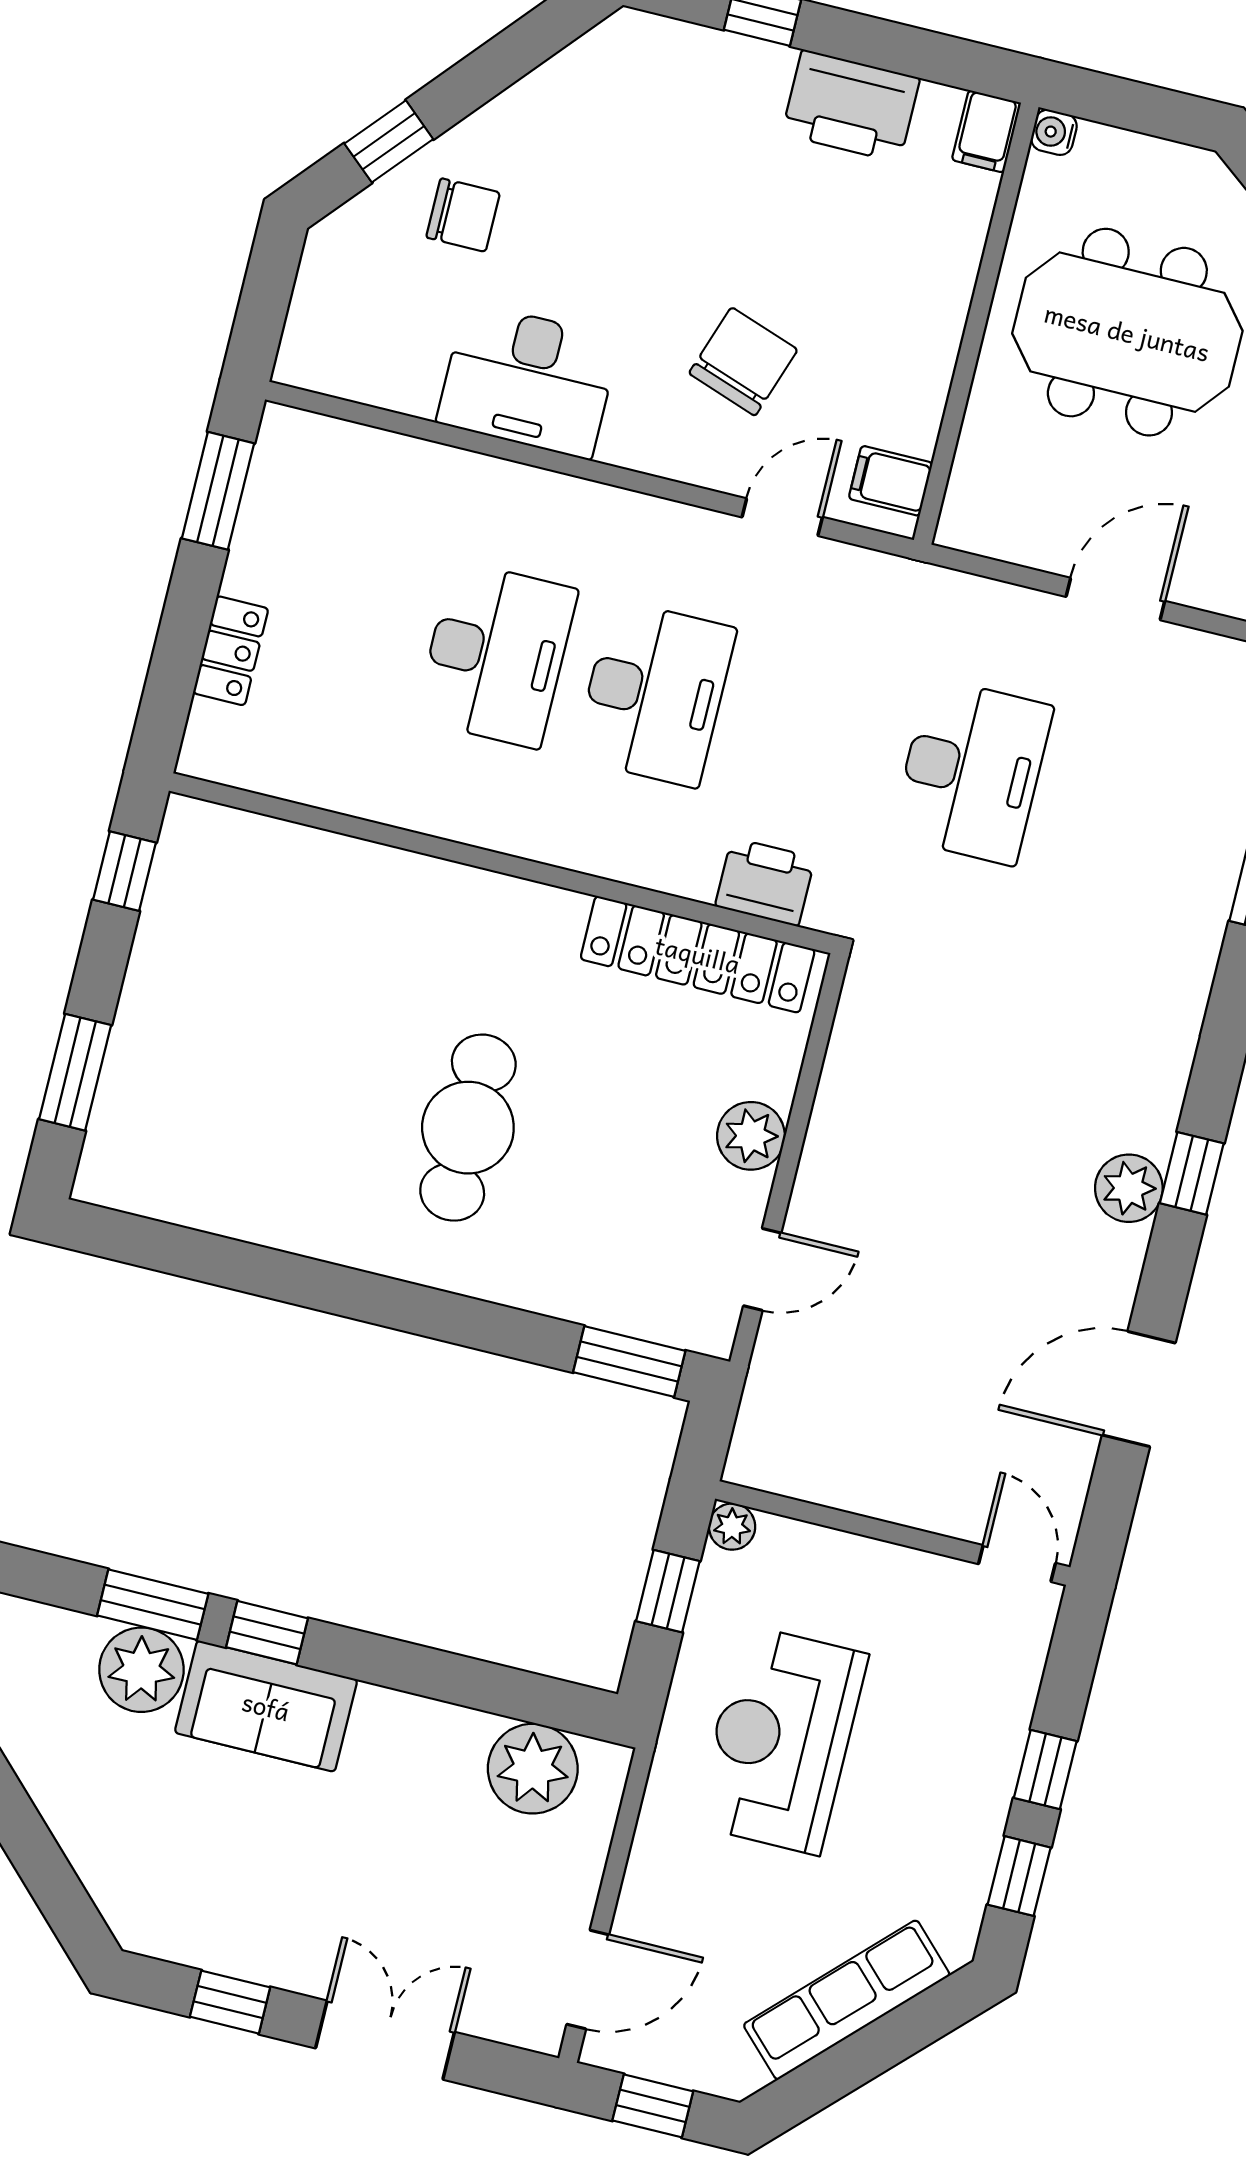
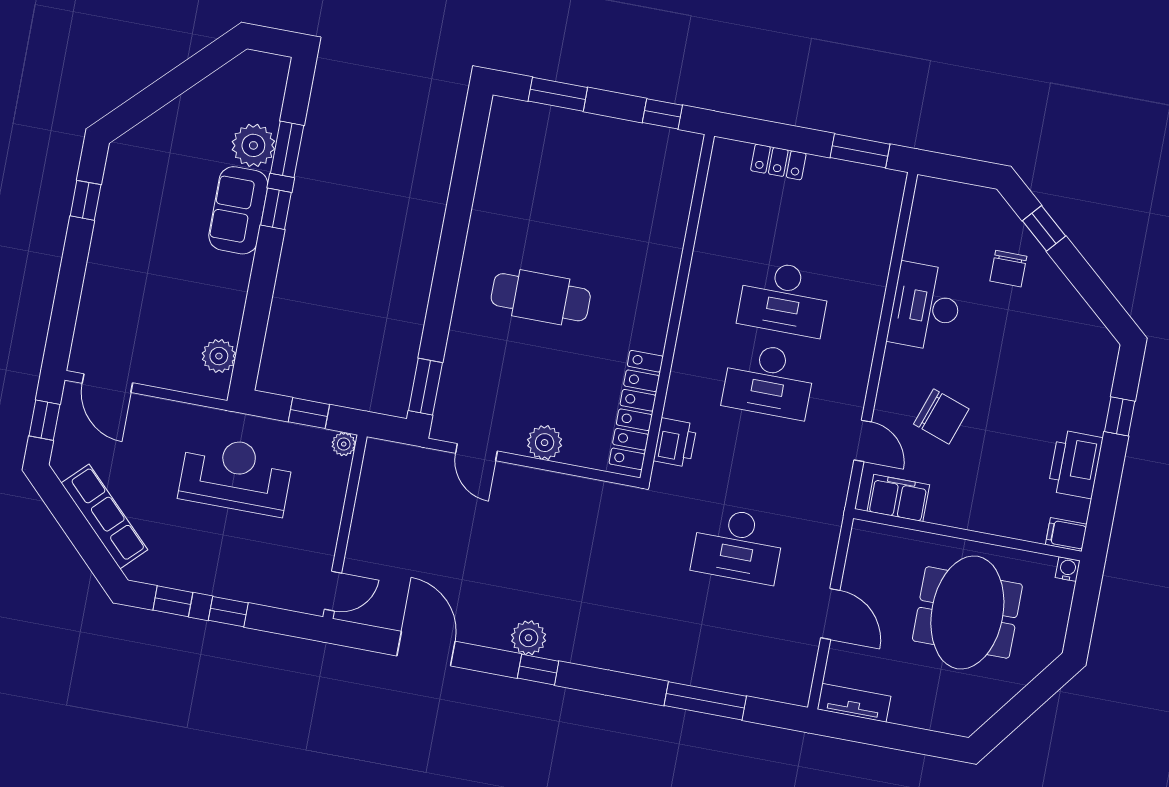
filing cabinet: (891, 481) -> (898, 498), width x2.00
plant: (533, 1769) -> (219, 356), width x0.73, depth x0.73
double door: (385, 2040) -> (71, 281), removed

